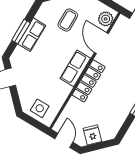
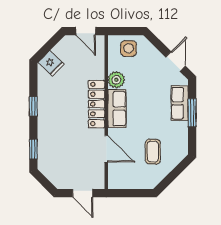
plant: (106, 19) -> (116, 80), moved
row of seats: (32, 35) -> (180, 103), moved
fridge: (92, 135) -> (51, 63), moved

